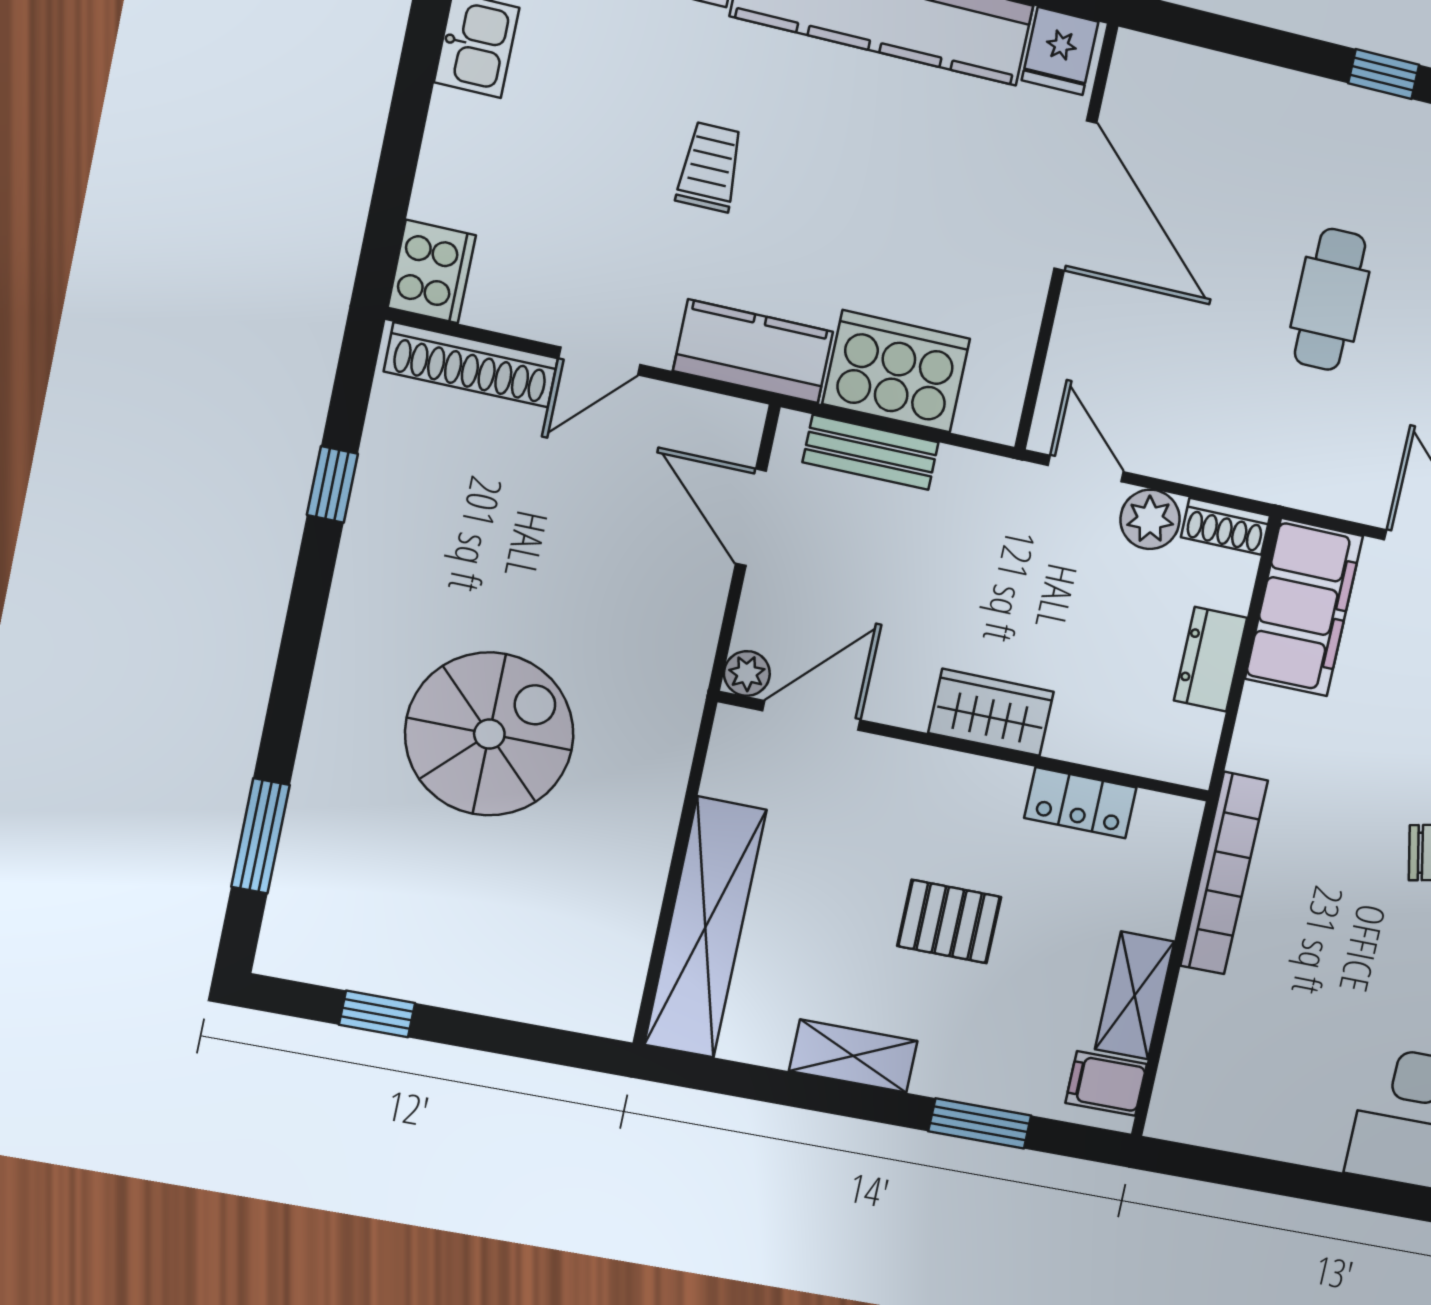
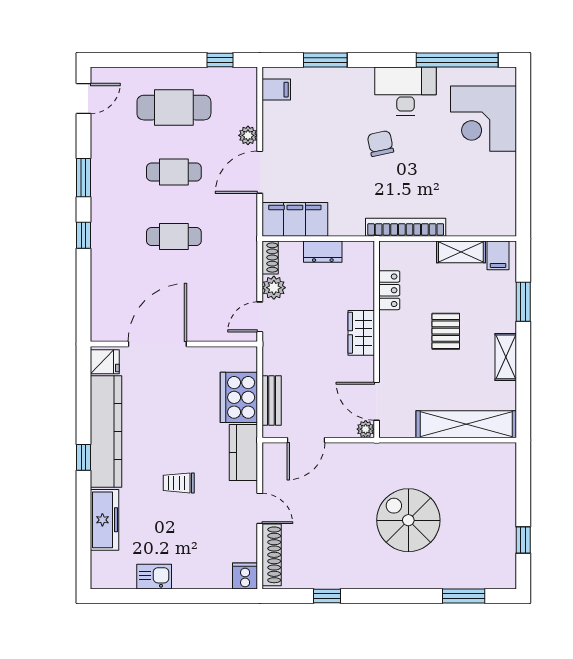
cooker: (432, 272) -> (245, 576), width x0.73

